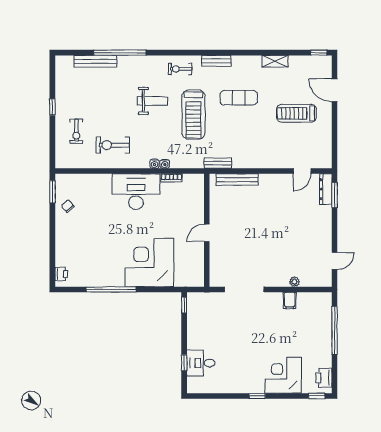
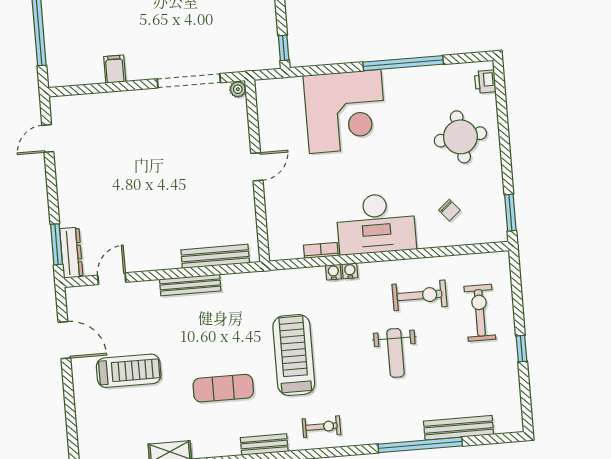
door: (335, 90) -> (64, 340), moved
weight bench: (152, 101) -> (396, 353), moved, turned -90
exercise bike: (76, 131) -> (480, 313), width x1.38, depth x1.39
bench: (218, 163) -> (190, 285), moved, width x1.36
chair: (68, 206) -> (449, 210), moved
round table: (79, 241) -> (460, 137), added
plant: (295, 282) -> (238, 89), moved

